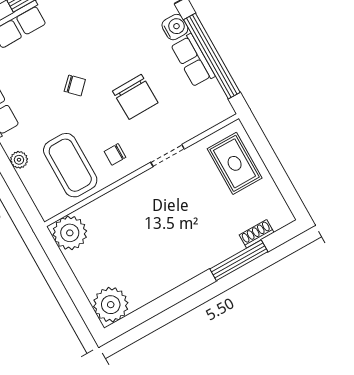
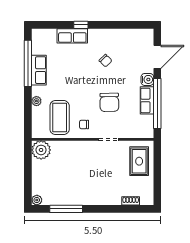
chair: (75, 85) -> (105, 61), moved
window: (239, 260) -> (66, 209), moved
plant: (111, 305) -> (37, 200), width x0.53, depth x0.53

